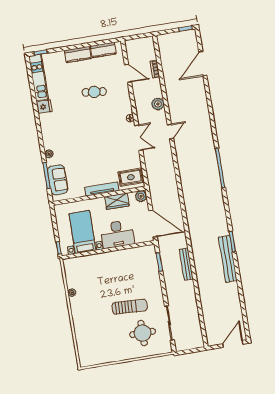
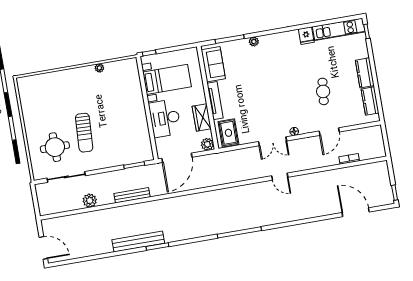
door: (128, 73) -> (329, 132), moved
plant: (158, 104) -> (90, 201), moved
sofa: (58, 180) -> (213, 64), moved, turned -90

